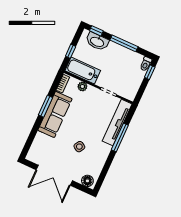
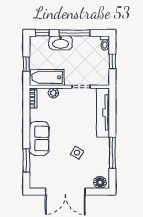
washbasin: (97, 42) -> (61, 43), moved
window: (150, 72) -> (112, 61), moved
window: (45, 106) -> (26, 160), moved
sofa: (55, 114) -> (39, 138), width x0.73
window: (120, 138) -> (112, 153), moved

